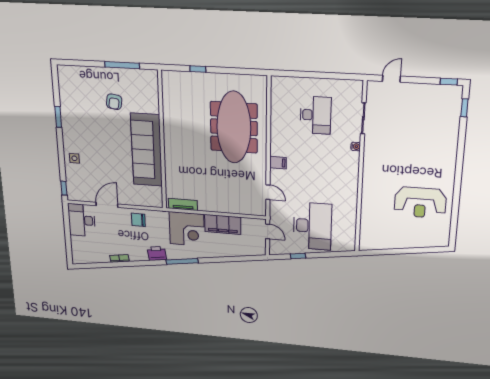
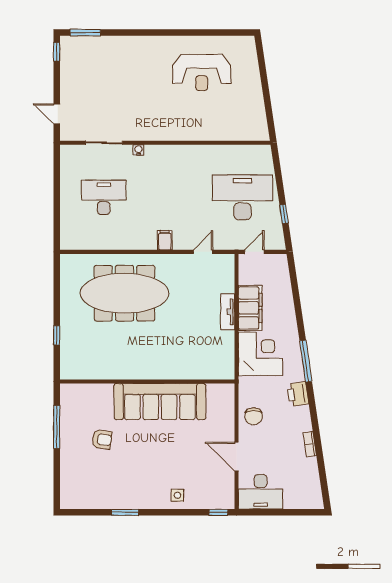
window: (464, 108) -> (85, 32), width x1.50
reception desk: (420, 203) -> (202, 73), turned 90
tv unit: (183, 204) -> (228, 312), moved

